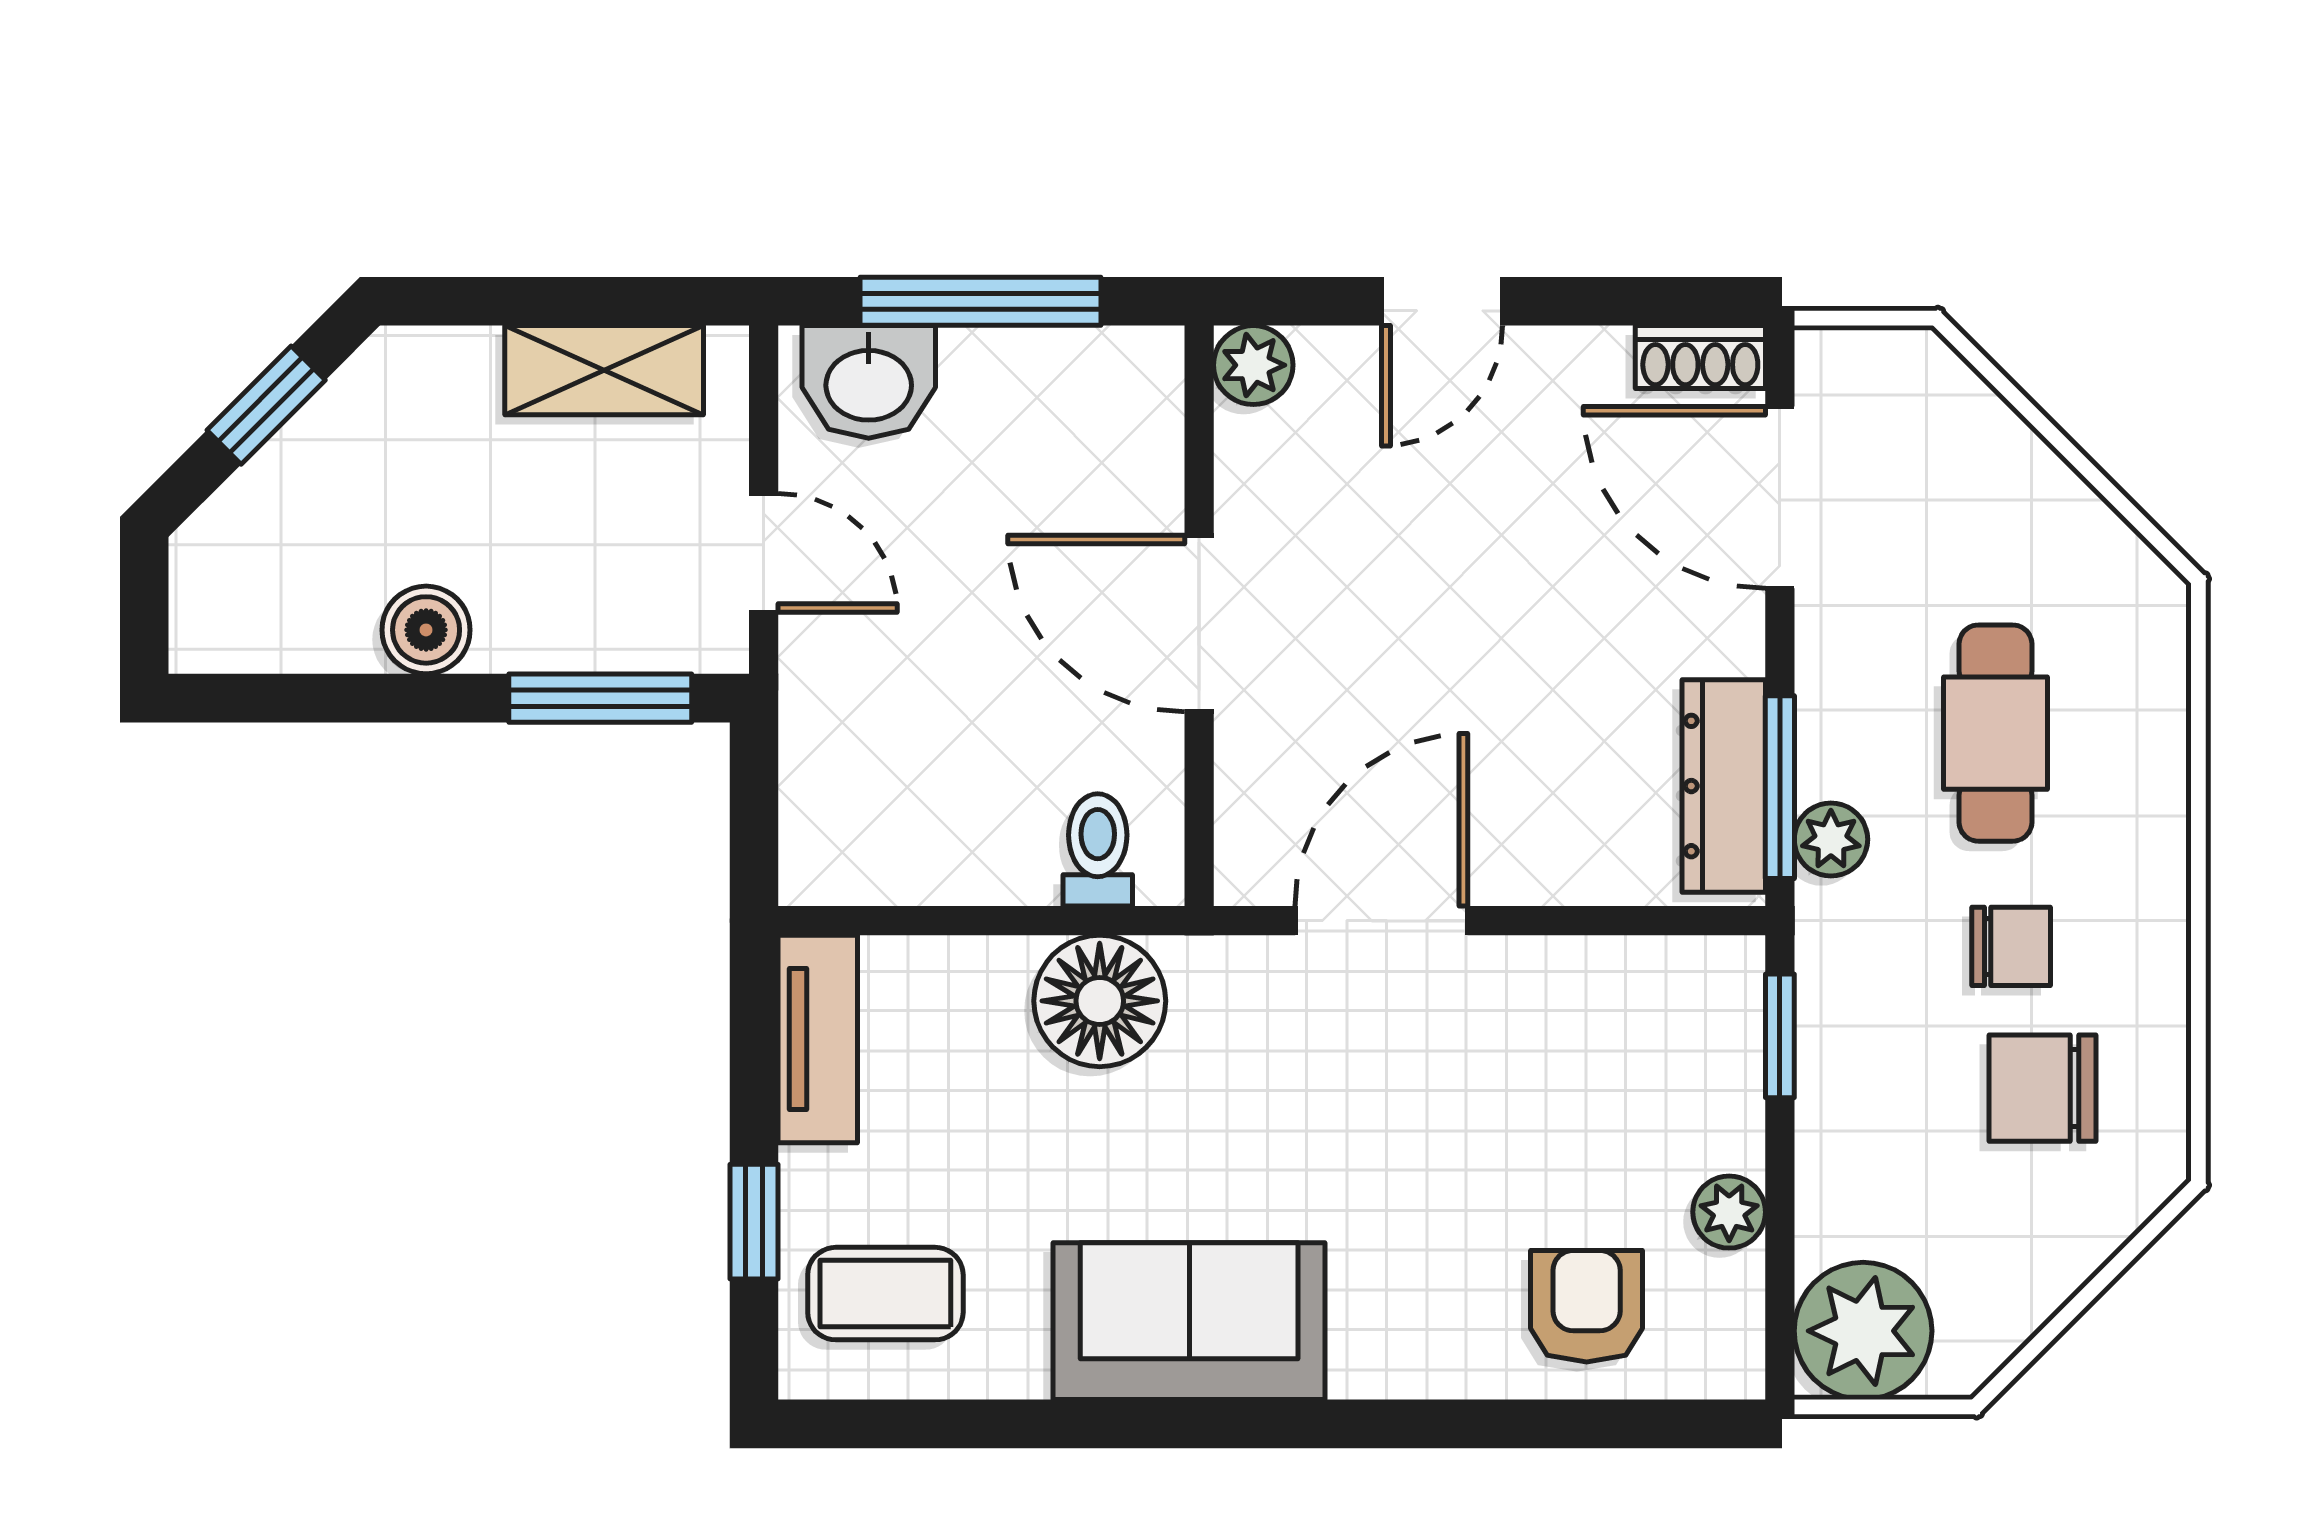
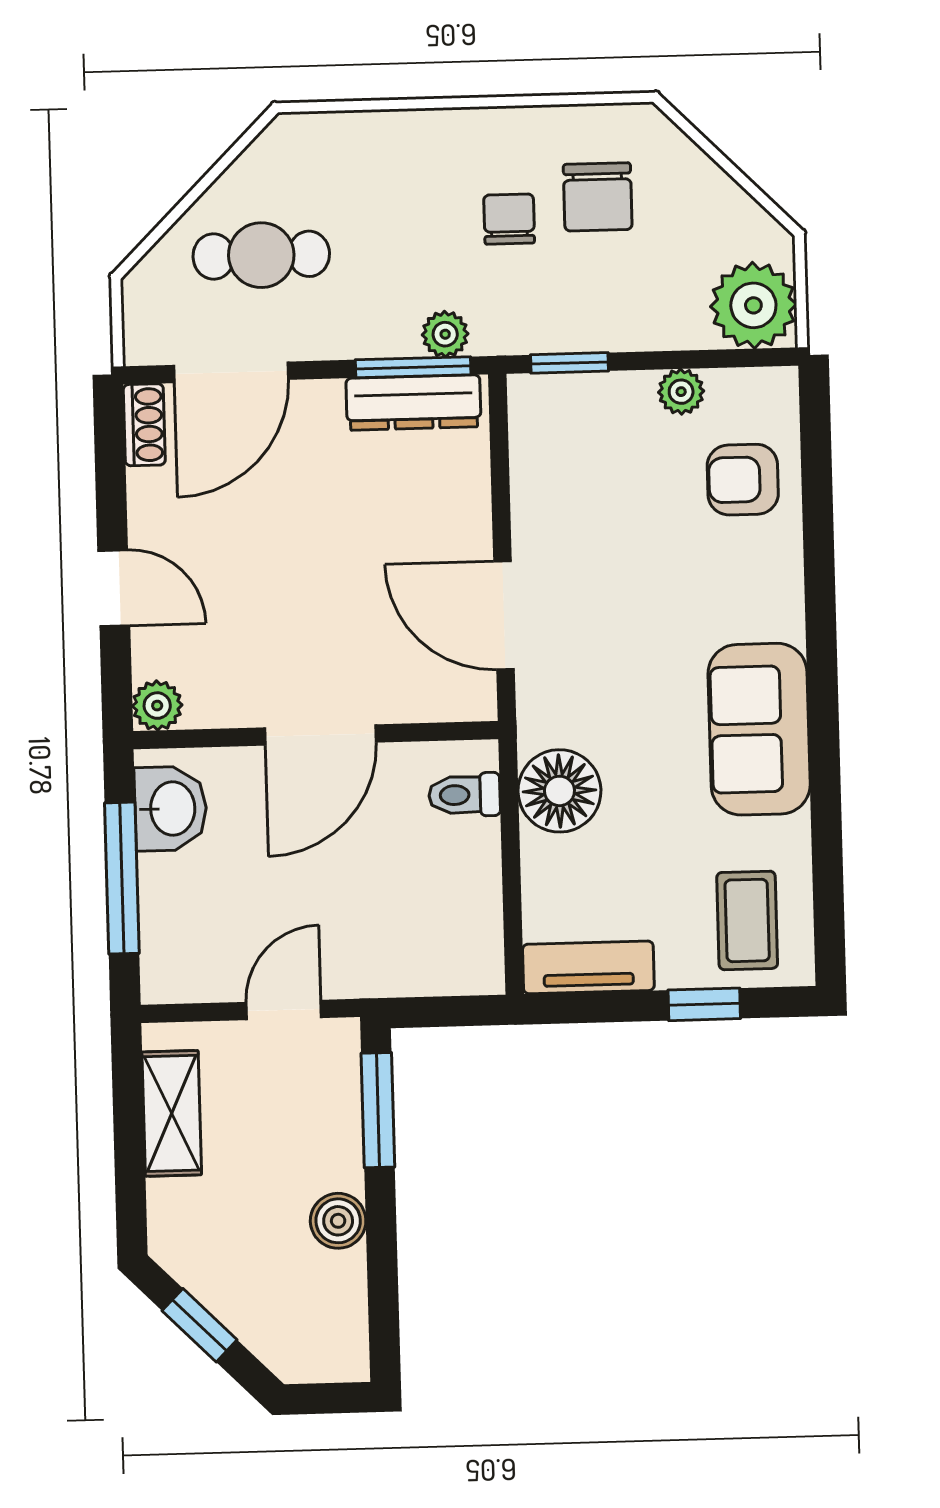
washbasin: (869, 382) -> (171, 809), moved
cafe table: (1996, 733) -> (261, 255), moved

